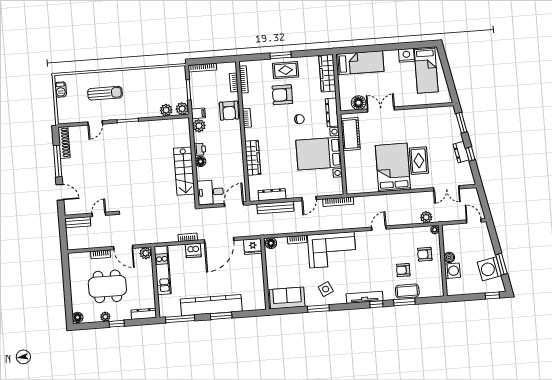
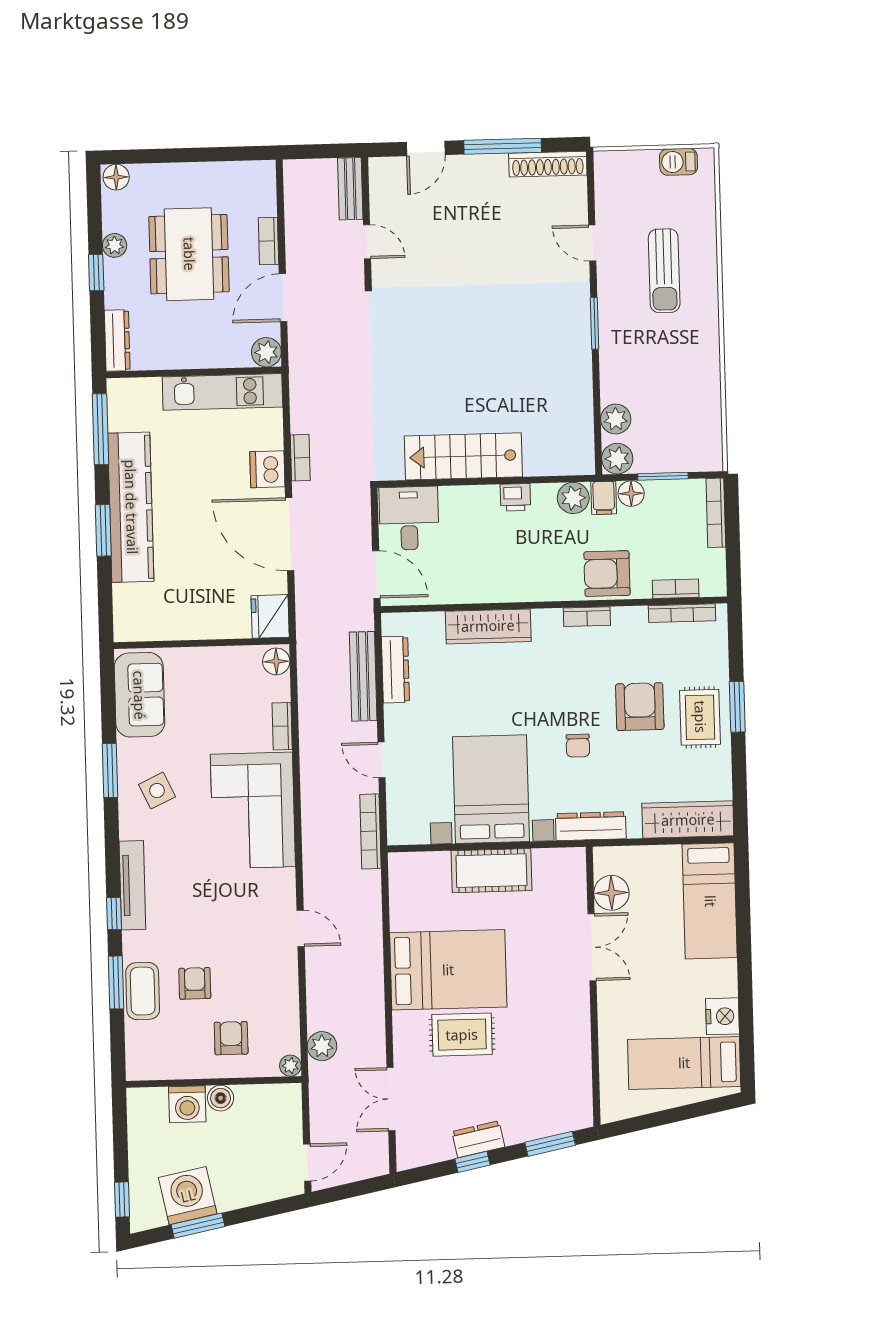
cot: (350, 134) -> (491, 871), moved
floor lamp: (201, 161) -> (631, 494), moved

